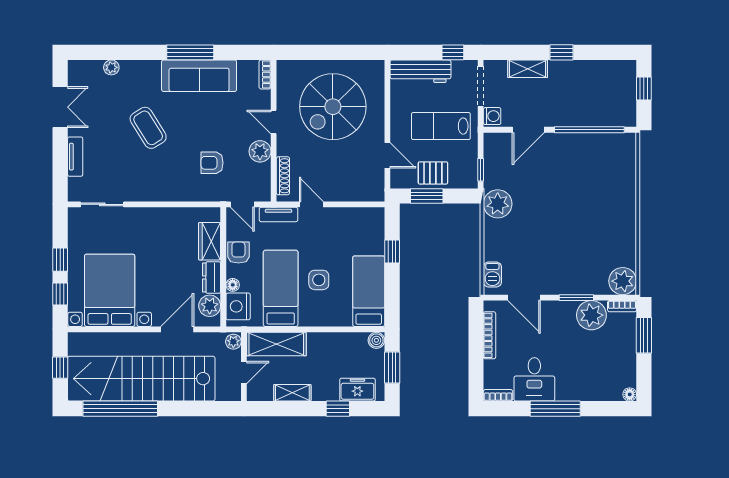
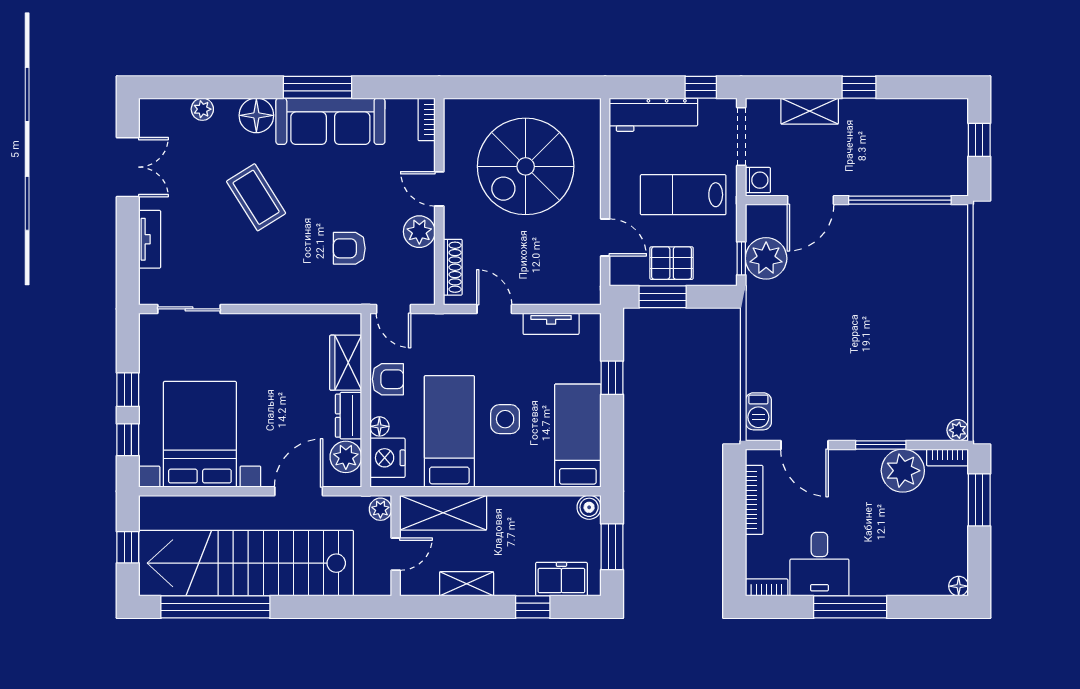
floor lamp: (148, 72) -> (256, 115), added
plant: (498, 204) -> (766, 258), moved
tv unit: (278, 214) -> (551, 324), moved
armchair: (238, 253) -> (388, 379), turned 90
plant: (623, 281) -> (958, 430), width x0.53, depth x0.53

